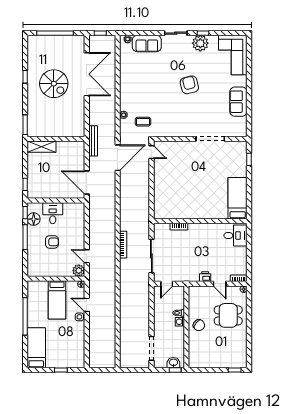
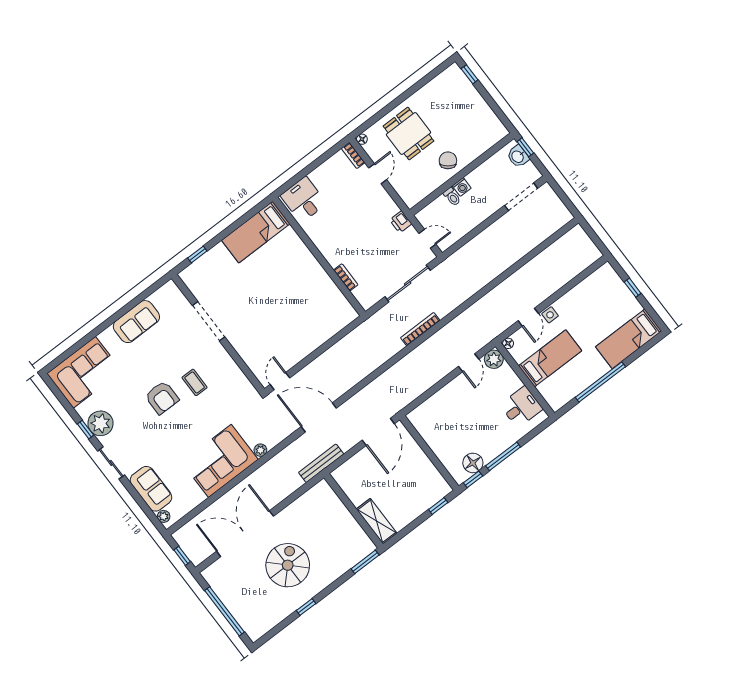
armchair: (189, 85) -> (162, 398), turned -76
corner sofa: (134, 90) -> (220, 461), added
coffee table: (143, 122) -> (195, 382), moved
desk: (53, 213) -> (521, 407), moved, turned 180
armchair: (52, 242) -> (484, 419), removed
printer: (205, 277) -> (401, 222), moved

